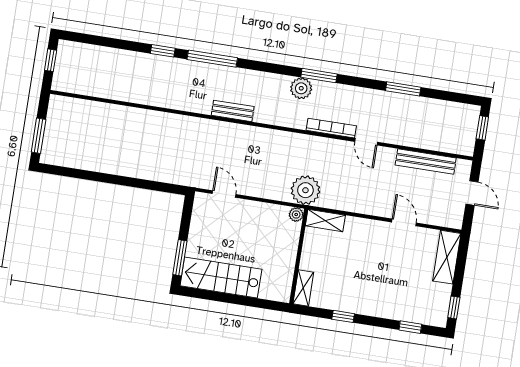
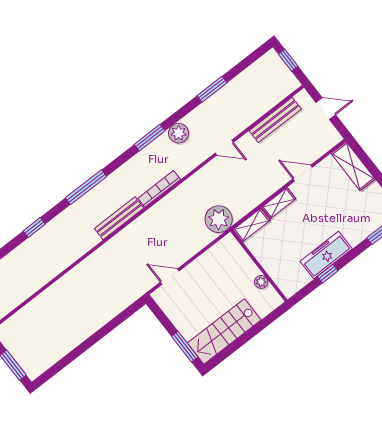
window: (212, 59) -> (86, 187), moved
plant: (301, 88) -> (179, 133), moved
bench: (233, 111) -> (119, 218), width x1.36
bookcase: (331, 128) -> (159, 189), moved
plant: (296, 214) -> (261, 282), moved
shelving: (303, 288) -> (279, 203), moved, turned 90
freezer: (357, 302) -> (326, 255), added

